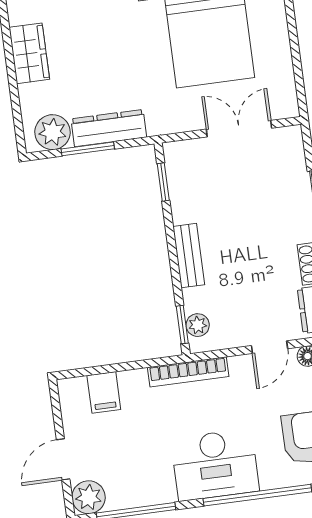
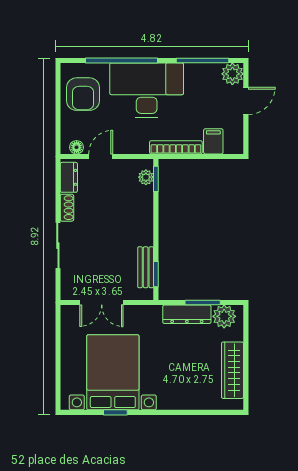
wardrobe: (29, 53) -> (233, 370), width x1.50
bench: (189, 256) -> (146, 267), moved
bookcase: (188, 372) -> (176, 147), moved
desk: (215, 465) -> (147, 90), width x1.36, depth x1.30

